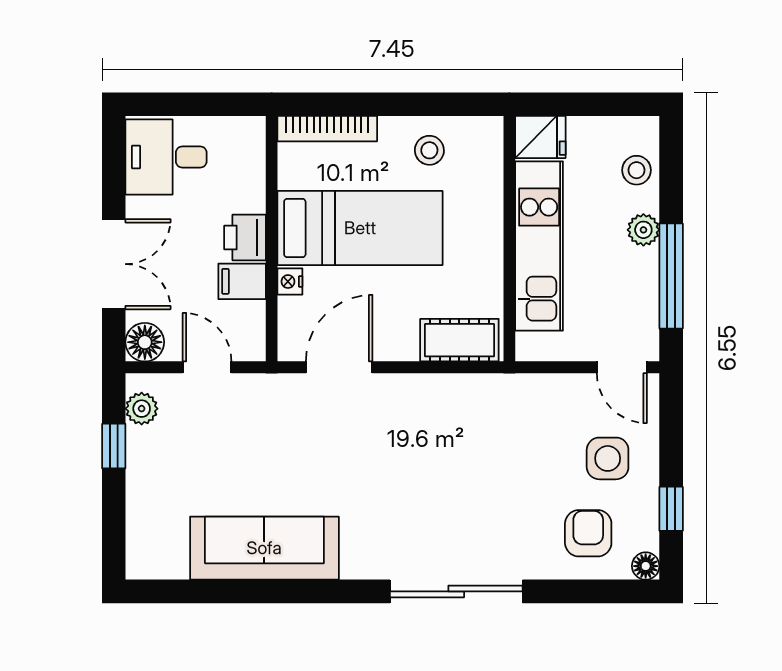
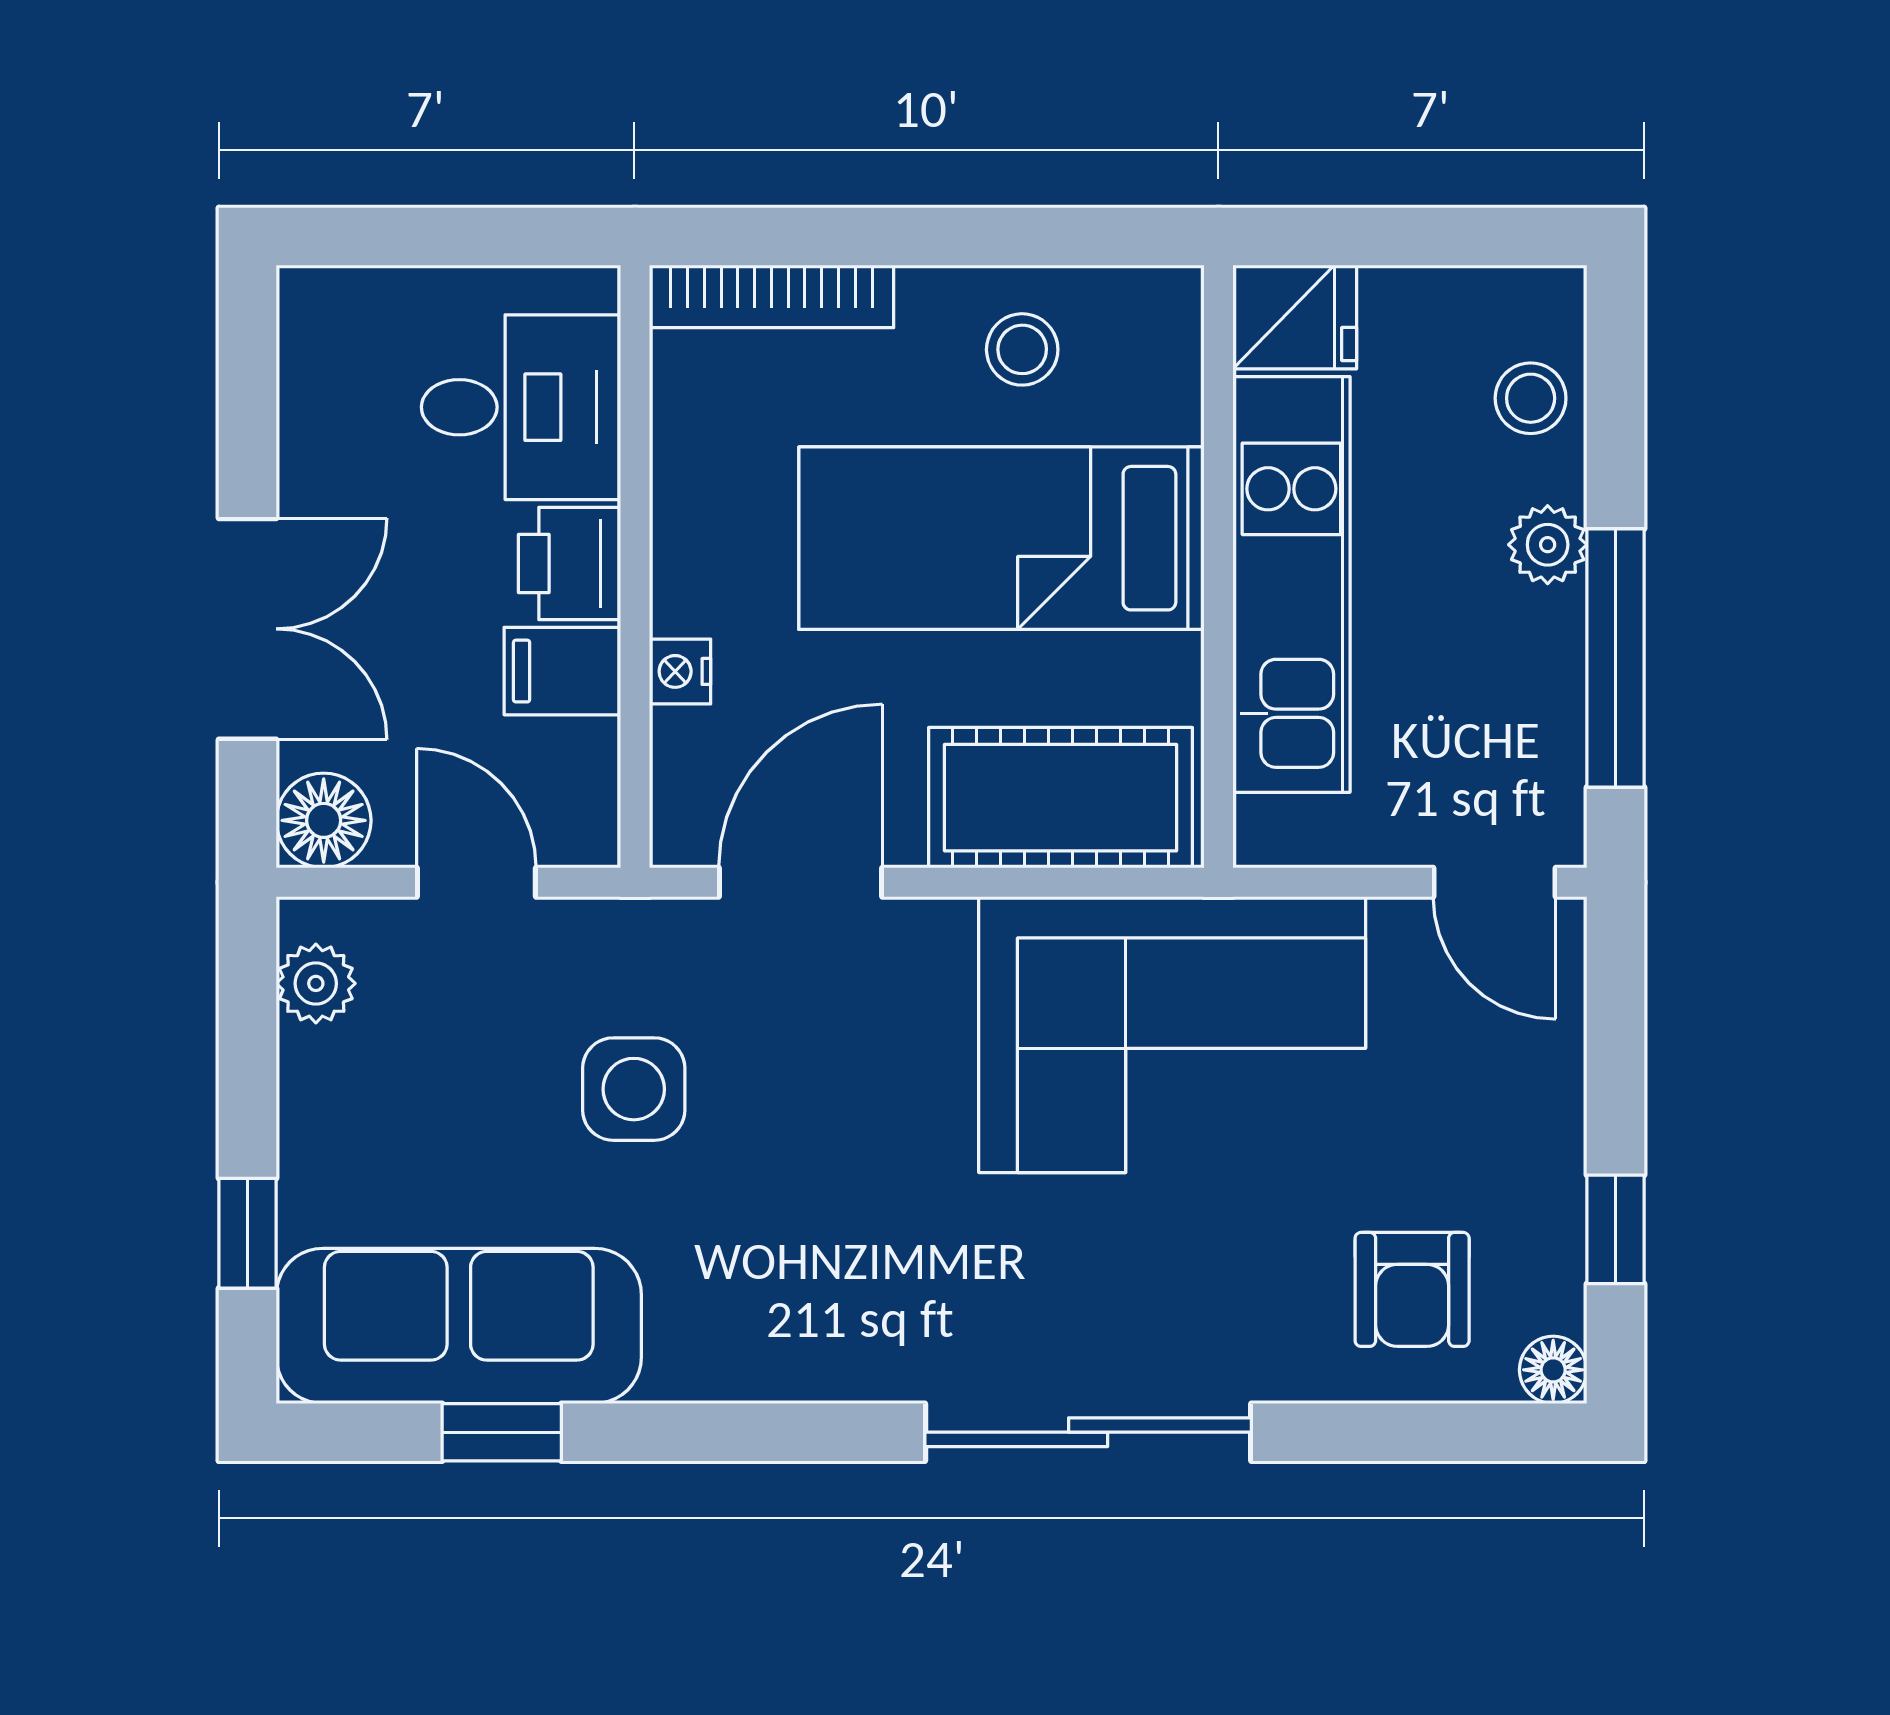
desk: (166, 157) -> (521, 407), moved, turned 180
bed: (360, 228) -> (1001, 538), moved, turned 180
cot: (459, 340) -> (1061, 798), width x1.37, depth x1.34
corner sofa: (490, 429) -> (1172, 1035), added
window: (114, 446) -> (248, 1233), moved
side table: (608, 458) -> (634, 1089), moved
armchair: (588, 533) -> (1412, 1289), turned 180
sofa: (264, 548) -> (459, 1326), moved
window: (217, 591) -> (502, 1432), added

